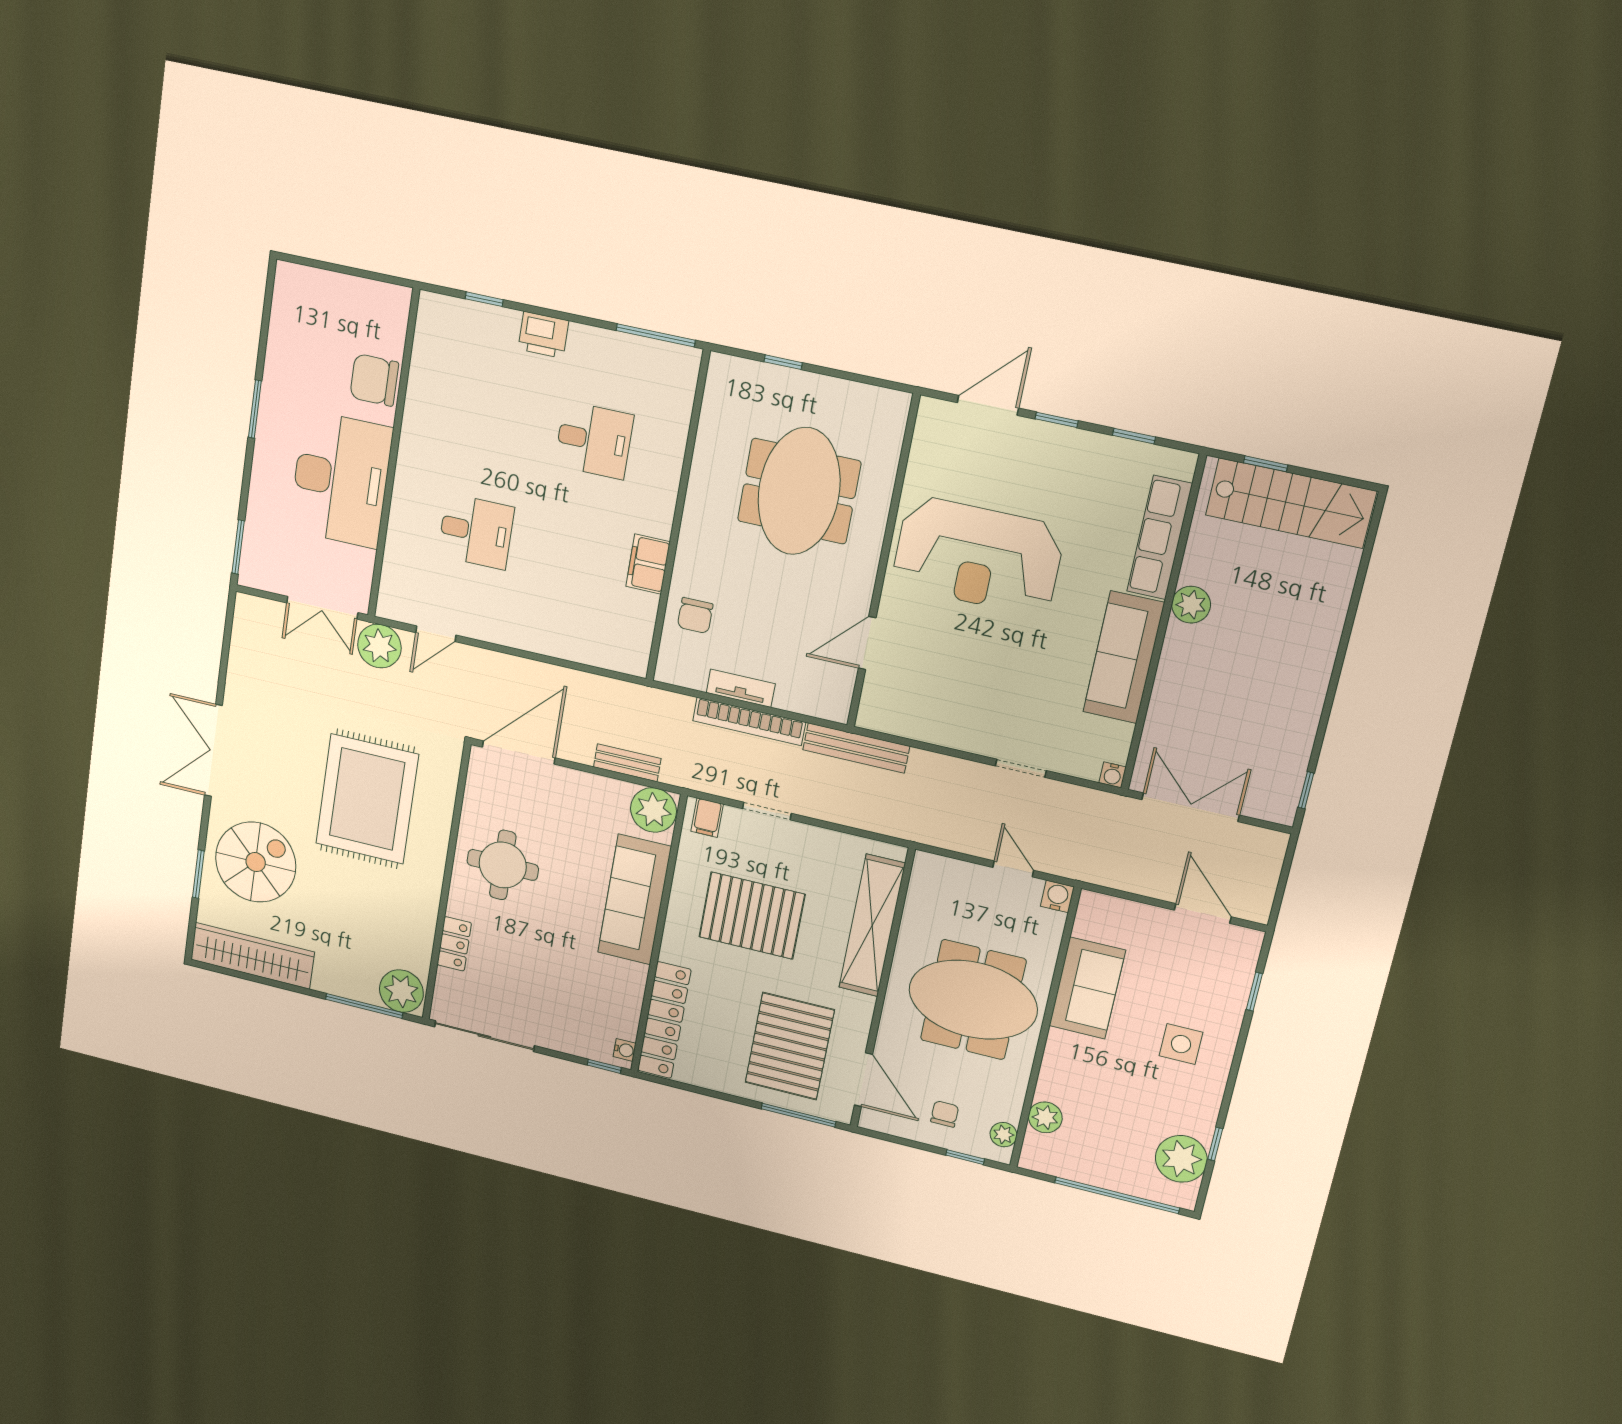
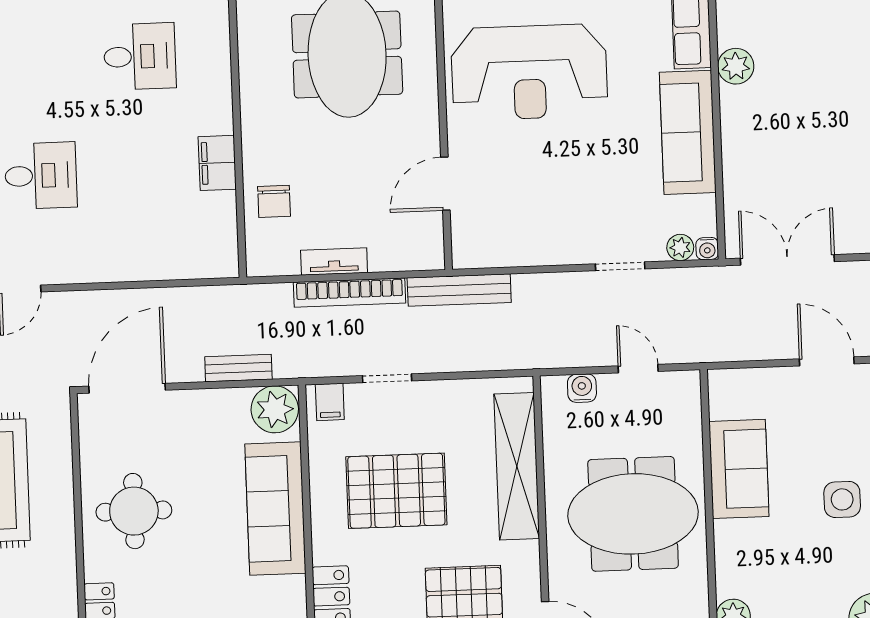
plant: (1086, 766) -> (680, 247), added
water cooler: (1057, 896) -> (582, 388), moved

